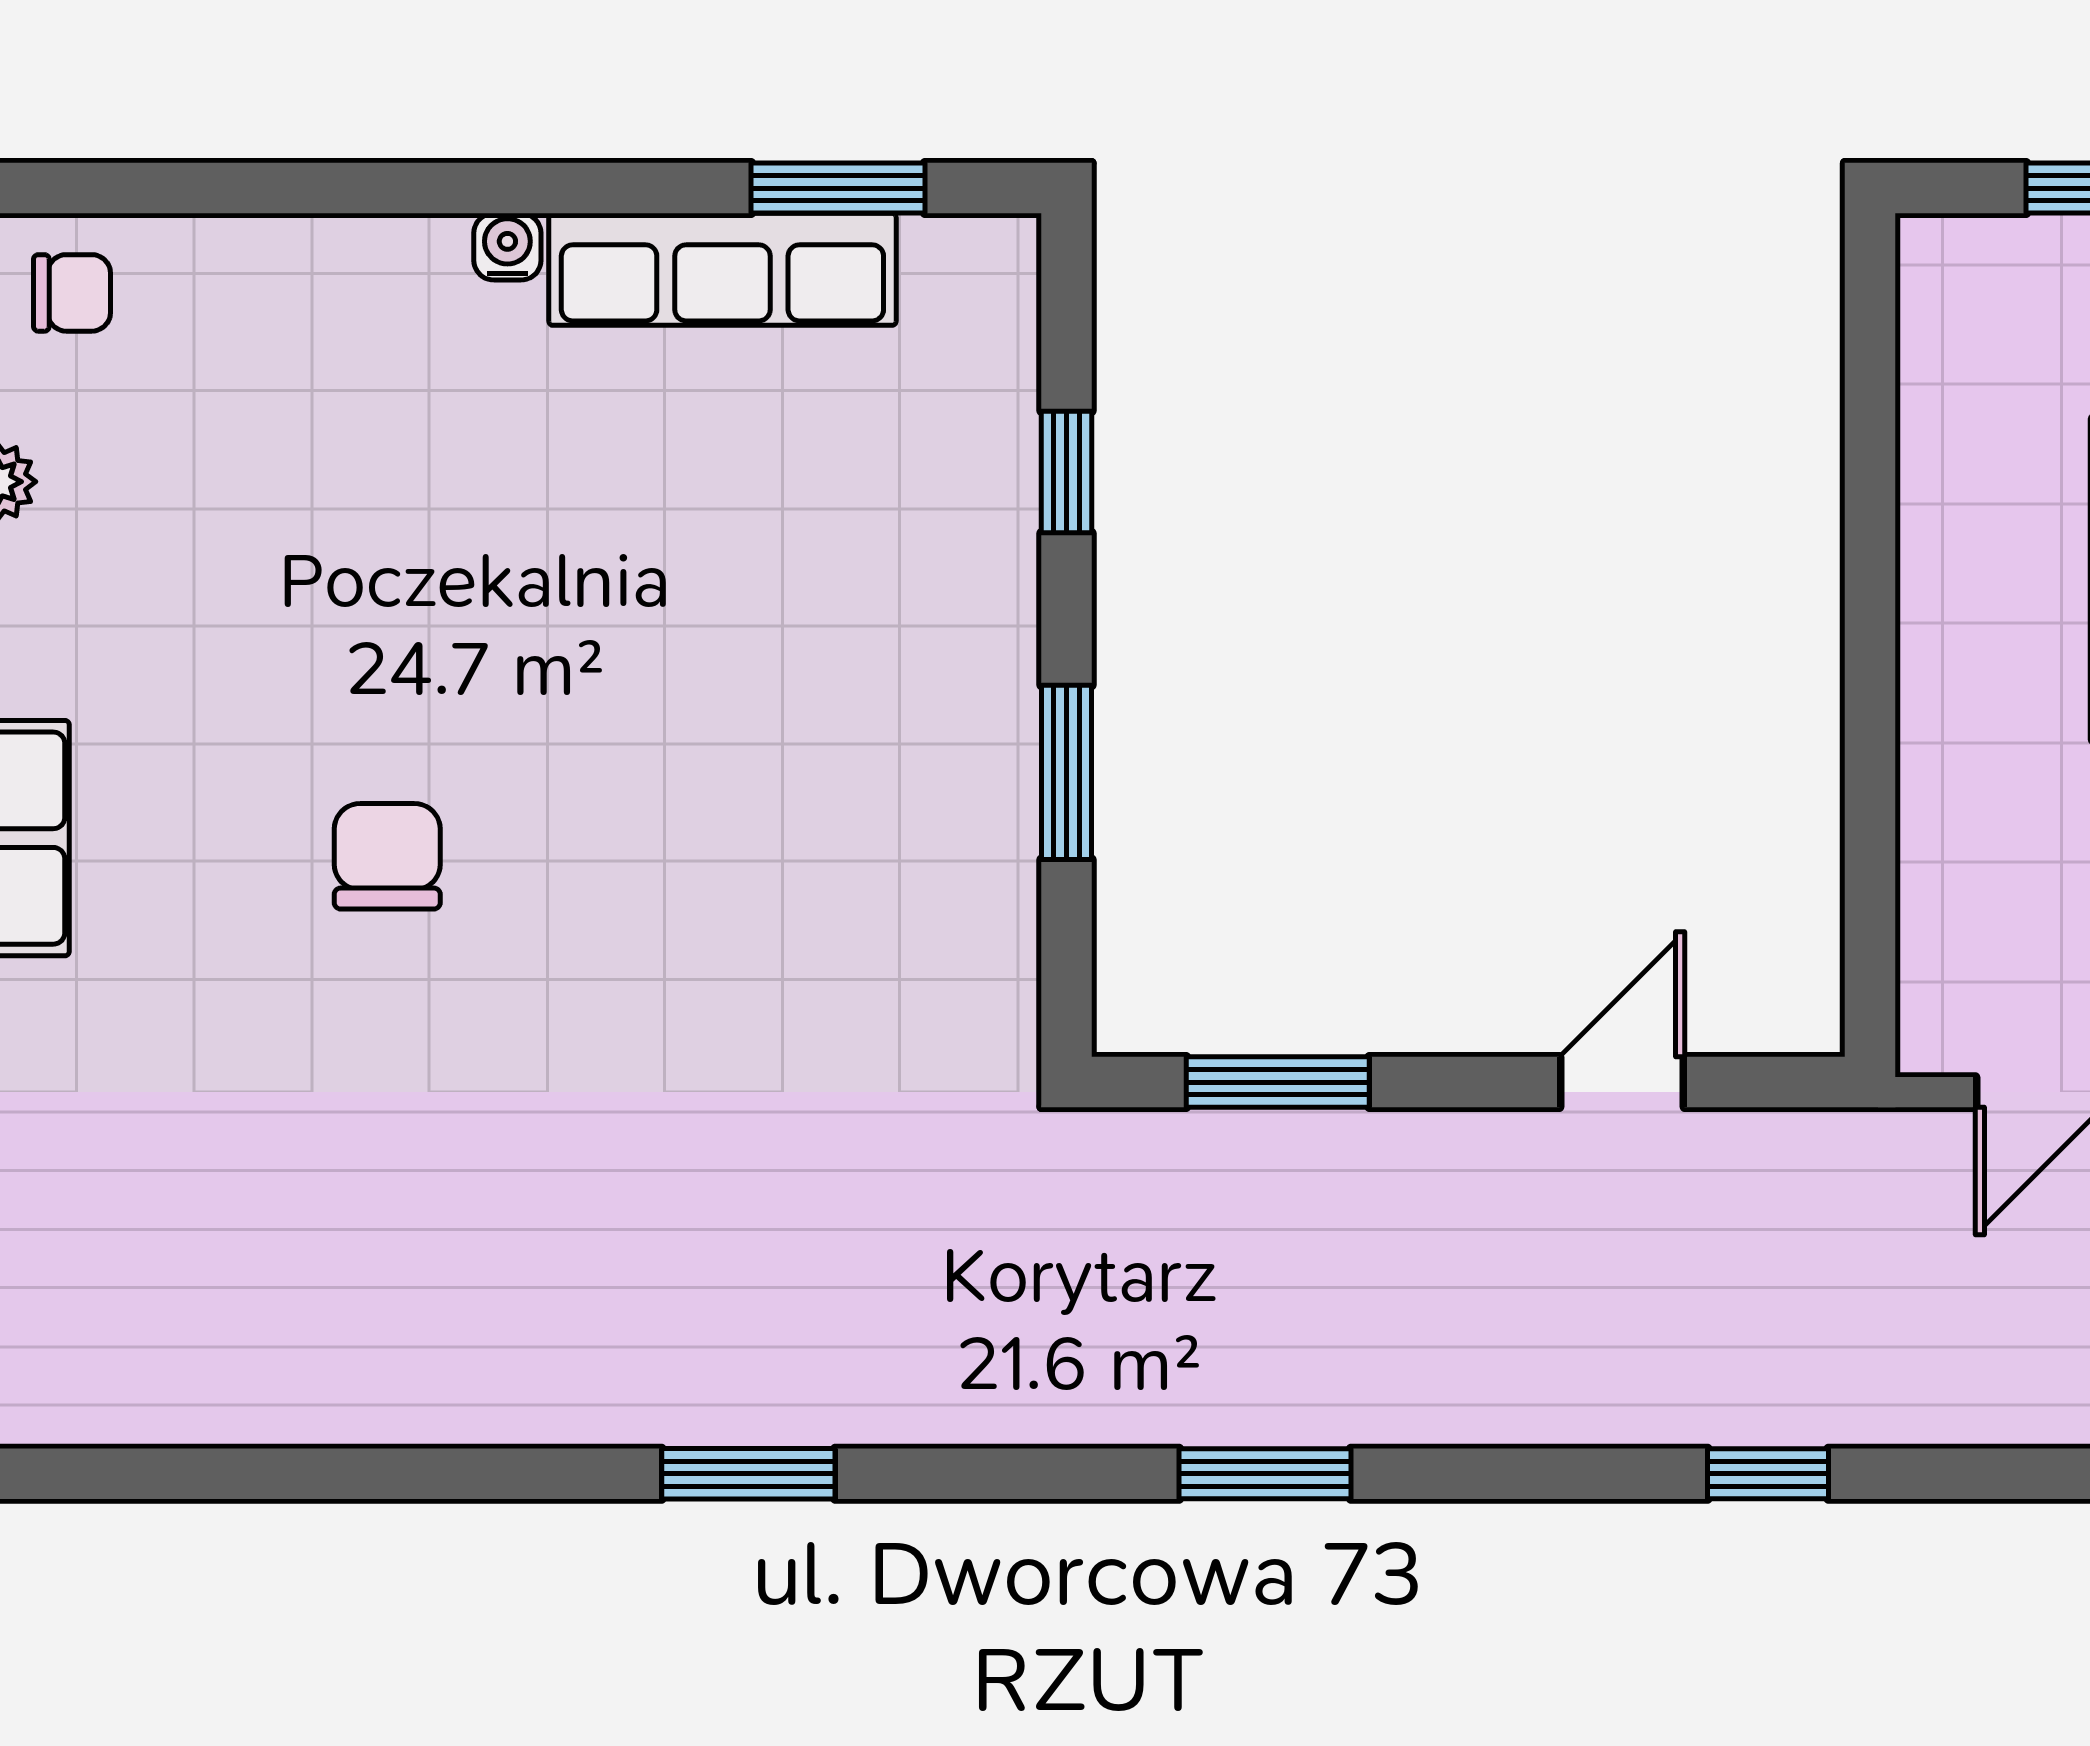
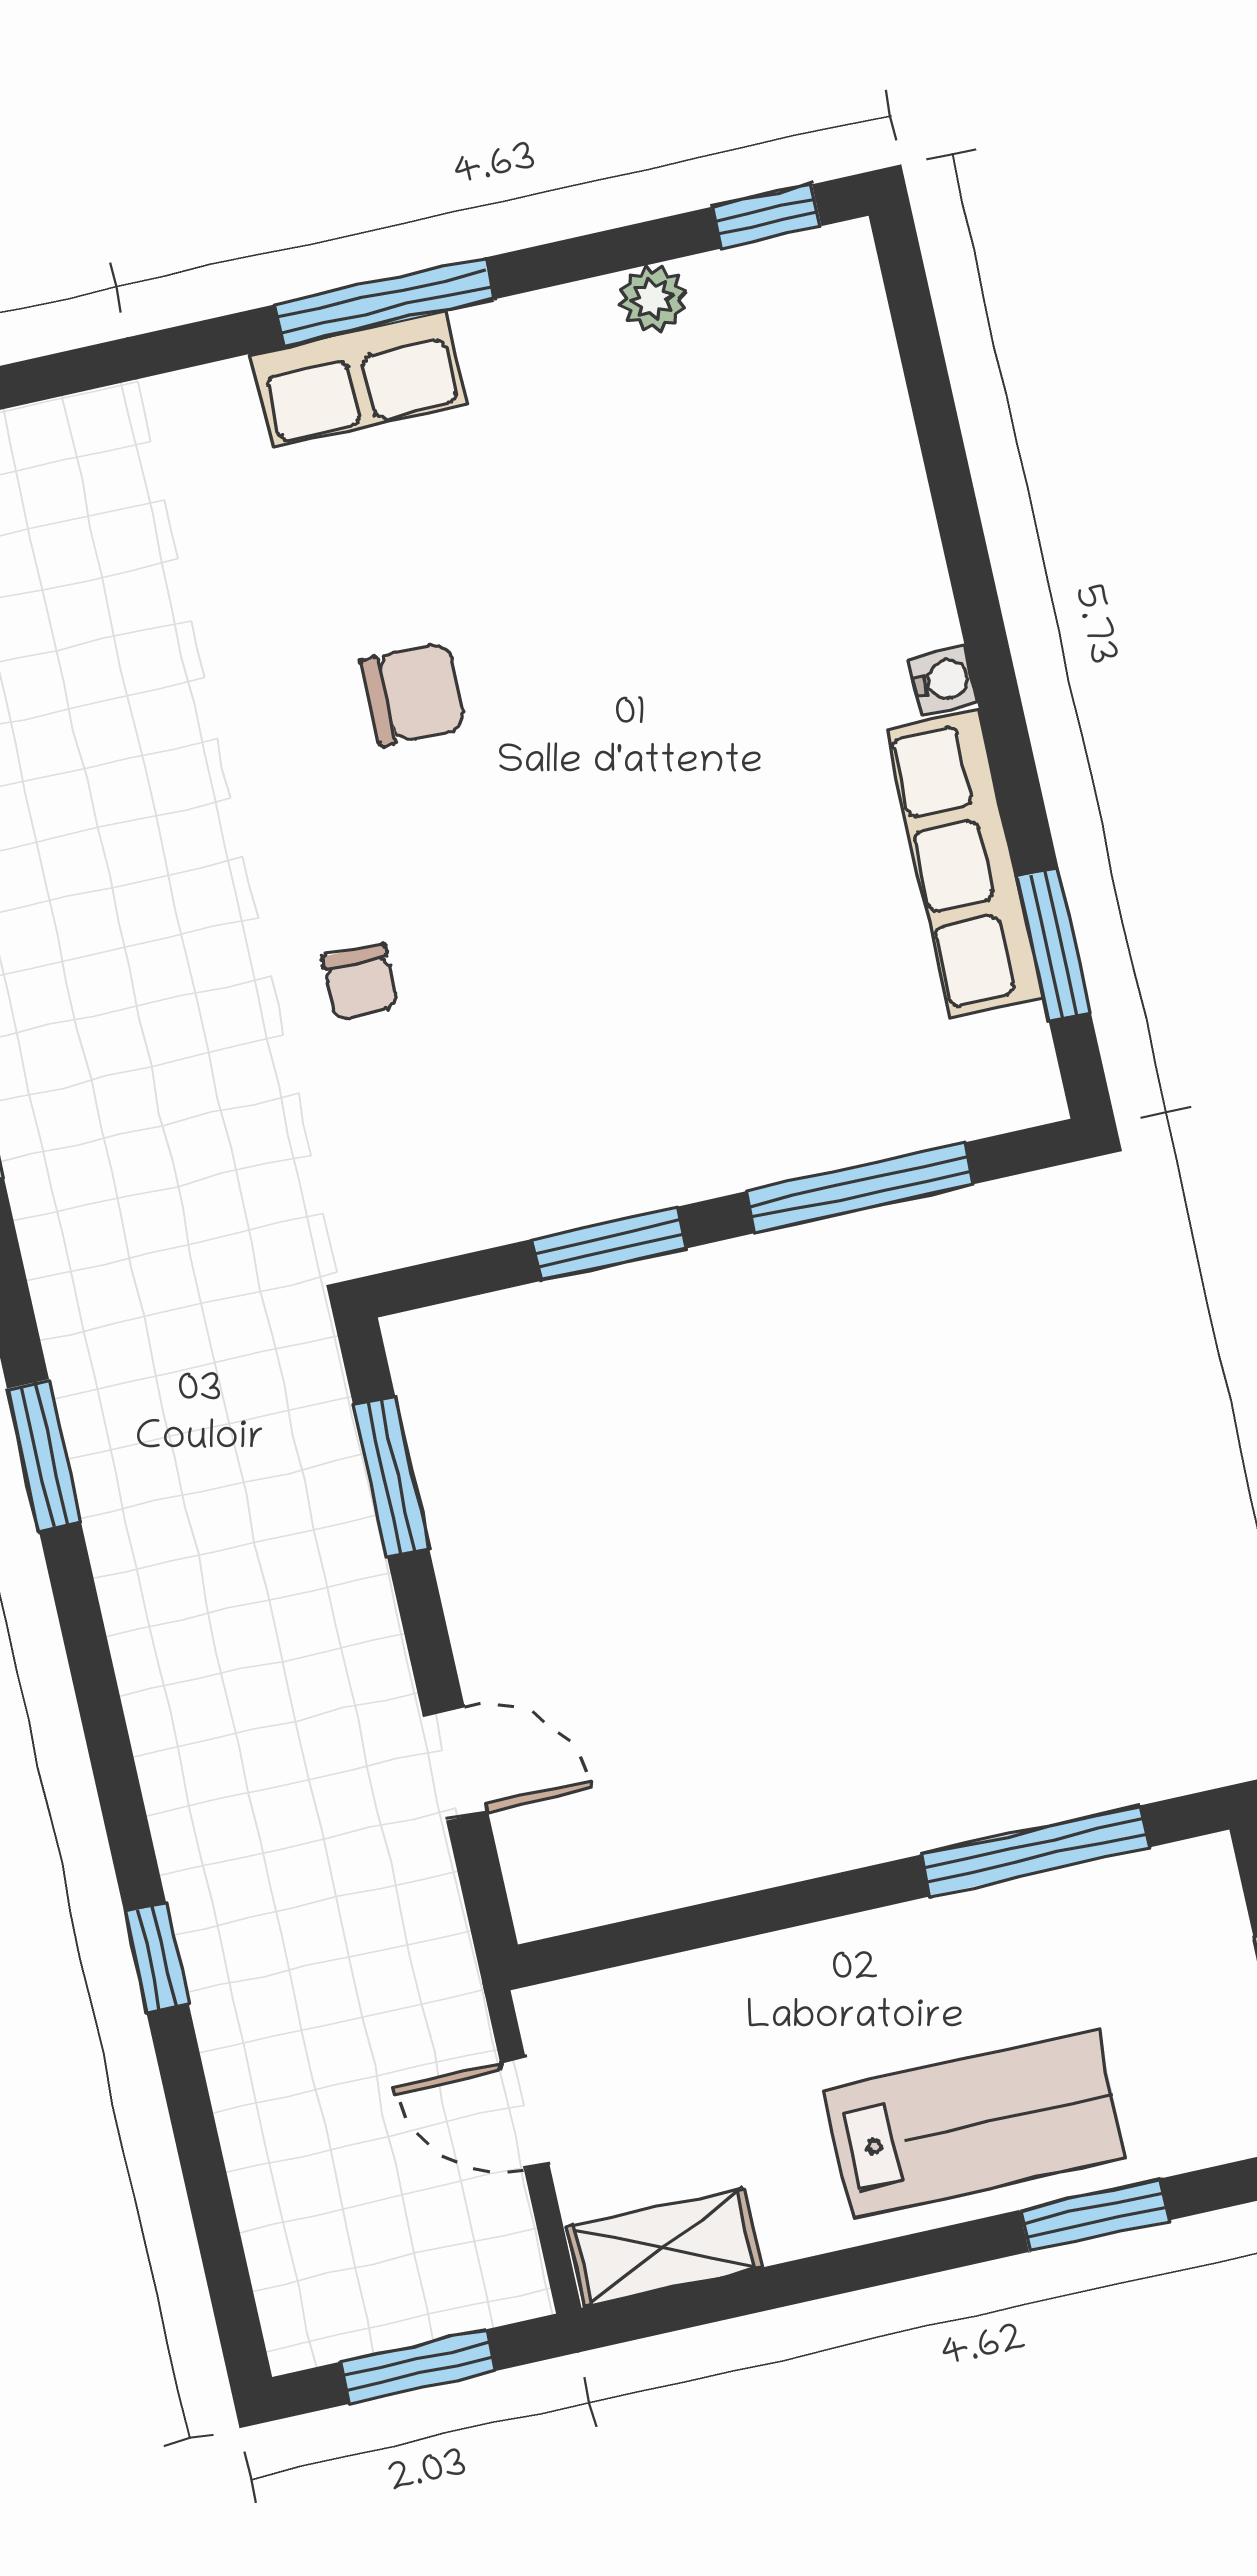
chair: (72, 293) -> (360, 982), moved
window: (1870, 442) -> (1035, 1851), added
window: (1066, 472) -> (860, 1188), width x2.17
window: (1265, 1474) -> (44, 1455), moved

